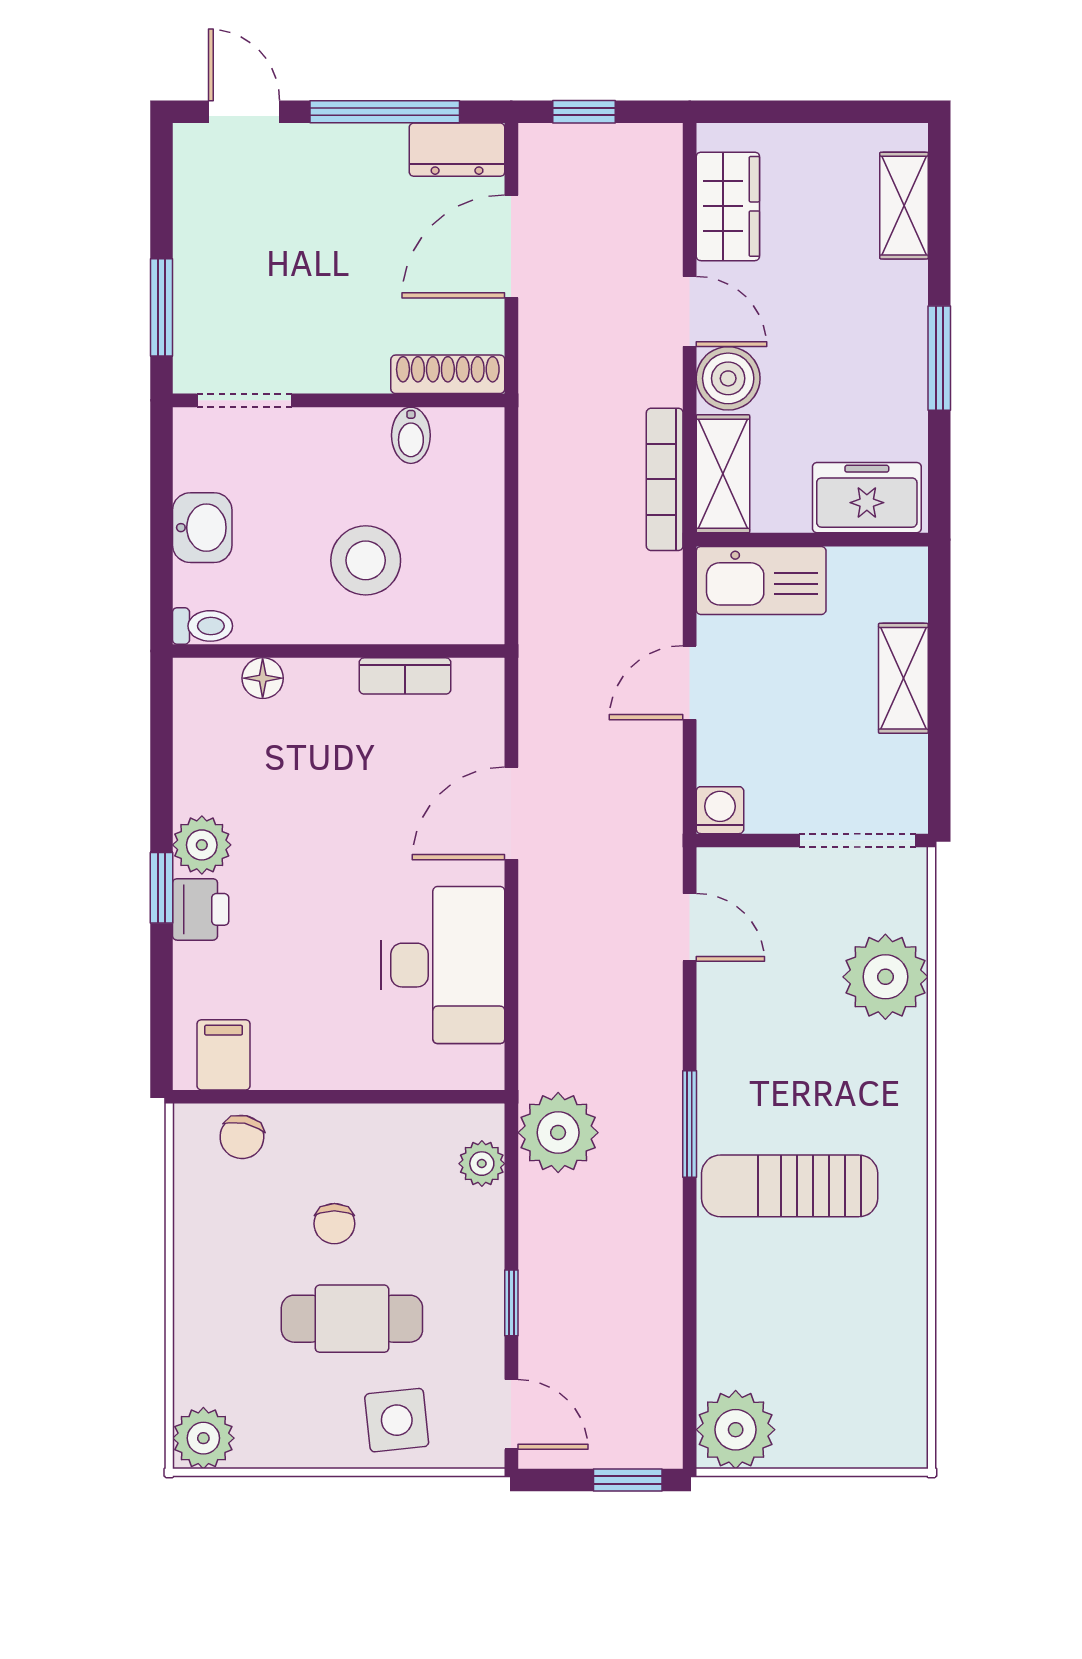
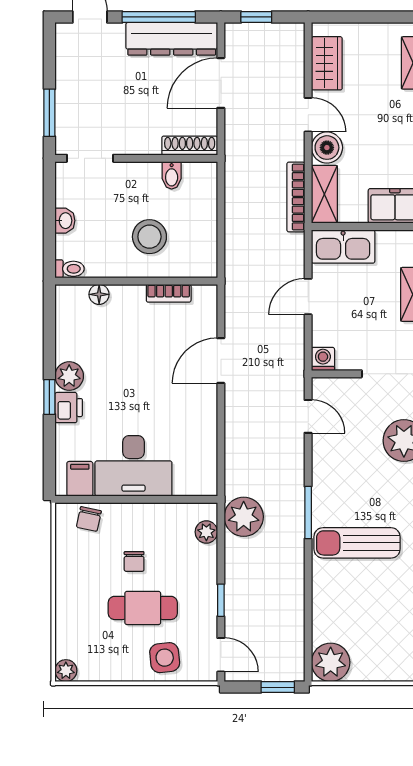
dresser: (457, 150) -> (172, 39), width x1.96, depth x1.24
washbasin: (202, 528) -> (65, 221), width x0.72, depth x0.69
desk: (443, 965) -> (133, 466), moved, turned 90
plant: (203, 1438) -> (66, 671), width x0.73, depth x0.73

